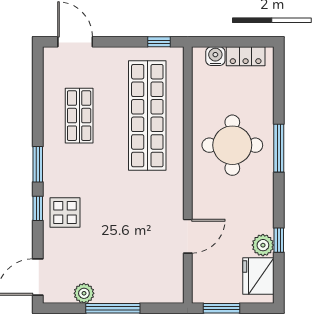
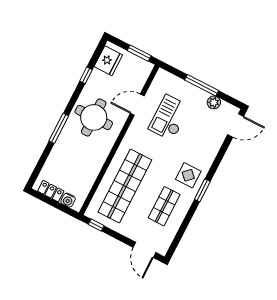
round table: (232, 145) -> (94, 117), moved
window: (38, 208) -> (215, 165), removed
display table: (65, 212) -> (188, 175), moved
checkout: (135, 241) -> (169, 118), added
plant: (263, 245) -> (97, 77), removed

